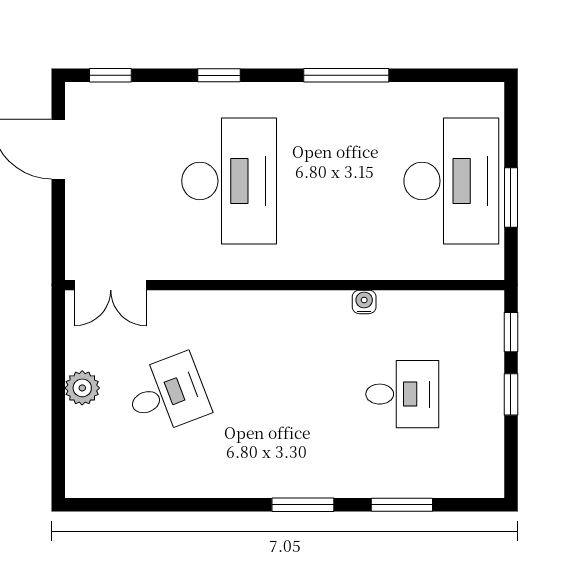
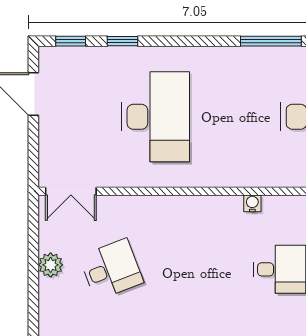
window: (219, 75) -> (123, 41), moved
window: (346, 75) -> (271, 41), moved

